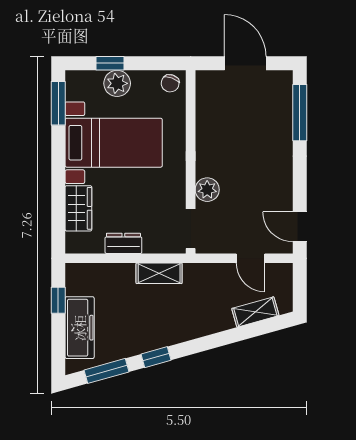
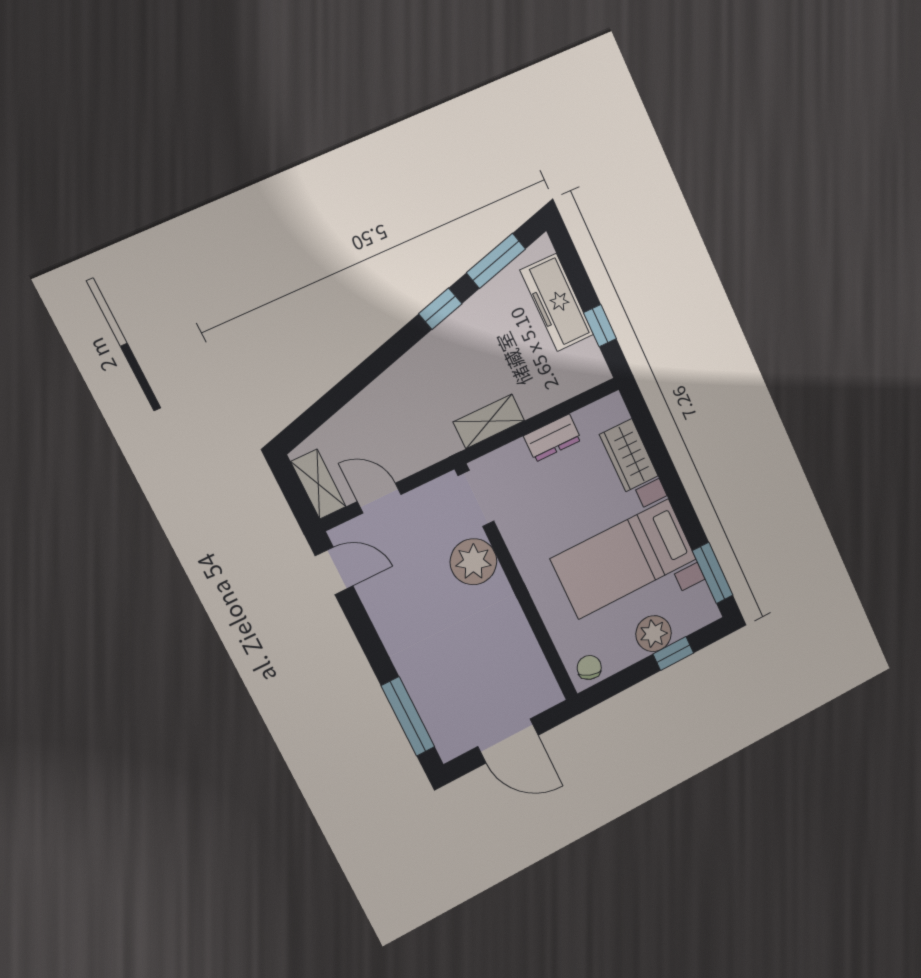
plant: (207, 190) -> (473, 562), width x1.36, depth x1.36
shelving: (255, 312) -> (318, 484), moved, turned -74

